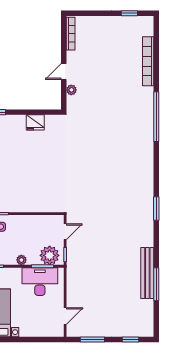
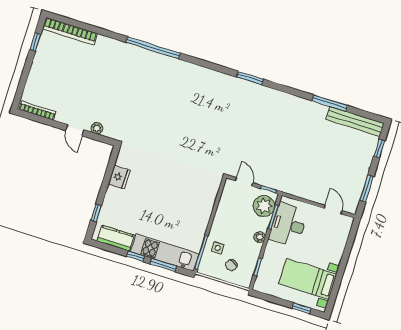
bookcase: (148, 61) -> (70, 31), moved
bench: (147, 273) -> (355, 121), moved

